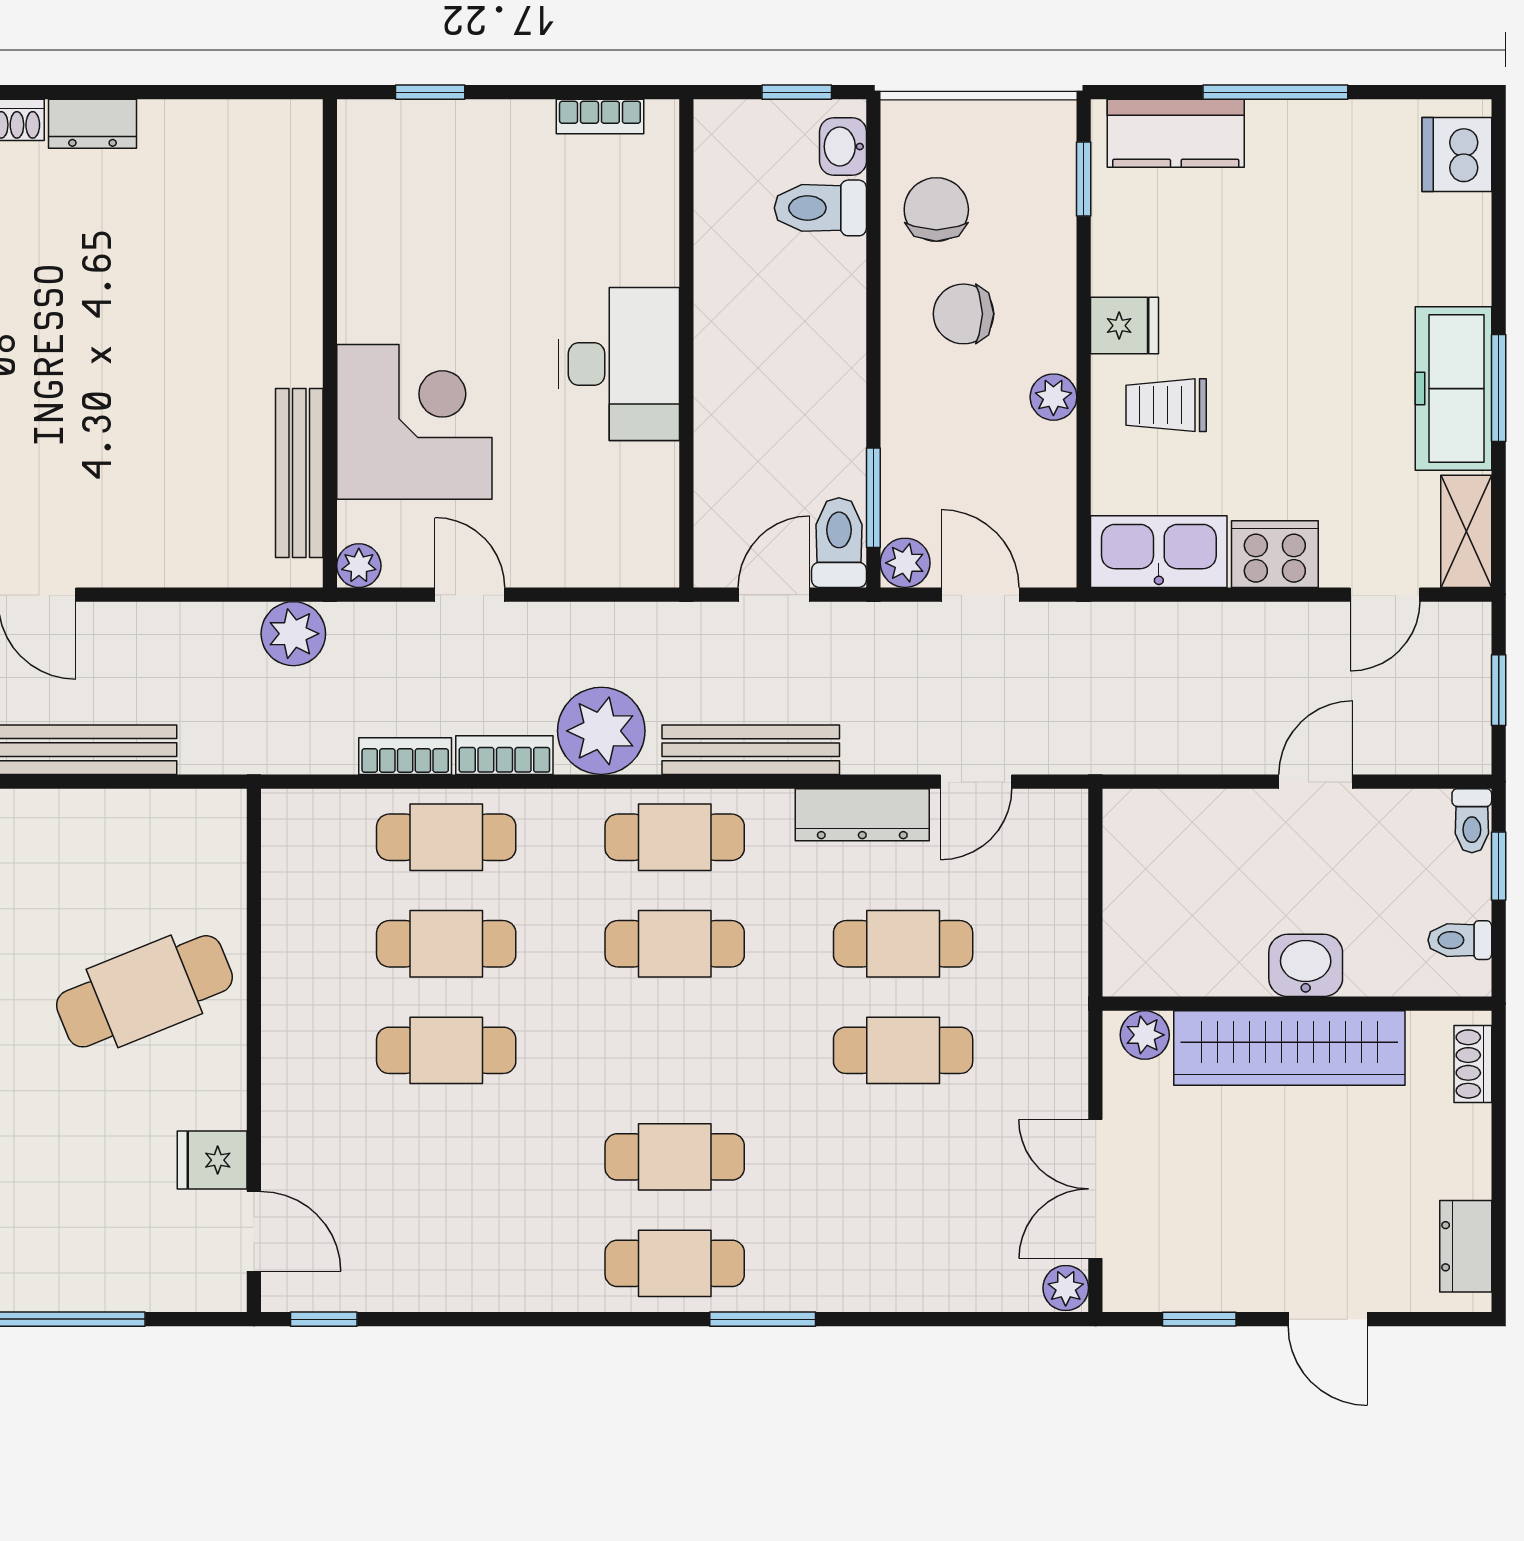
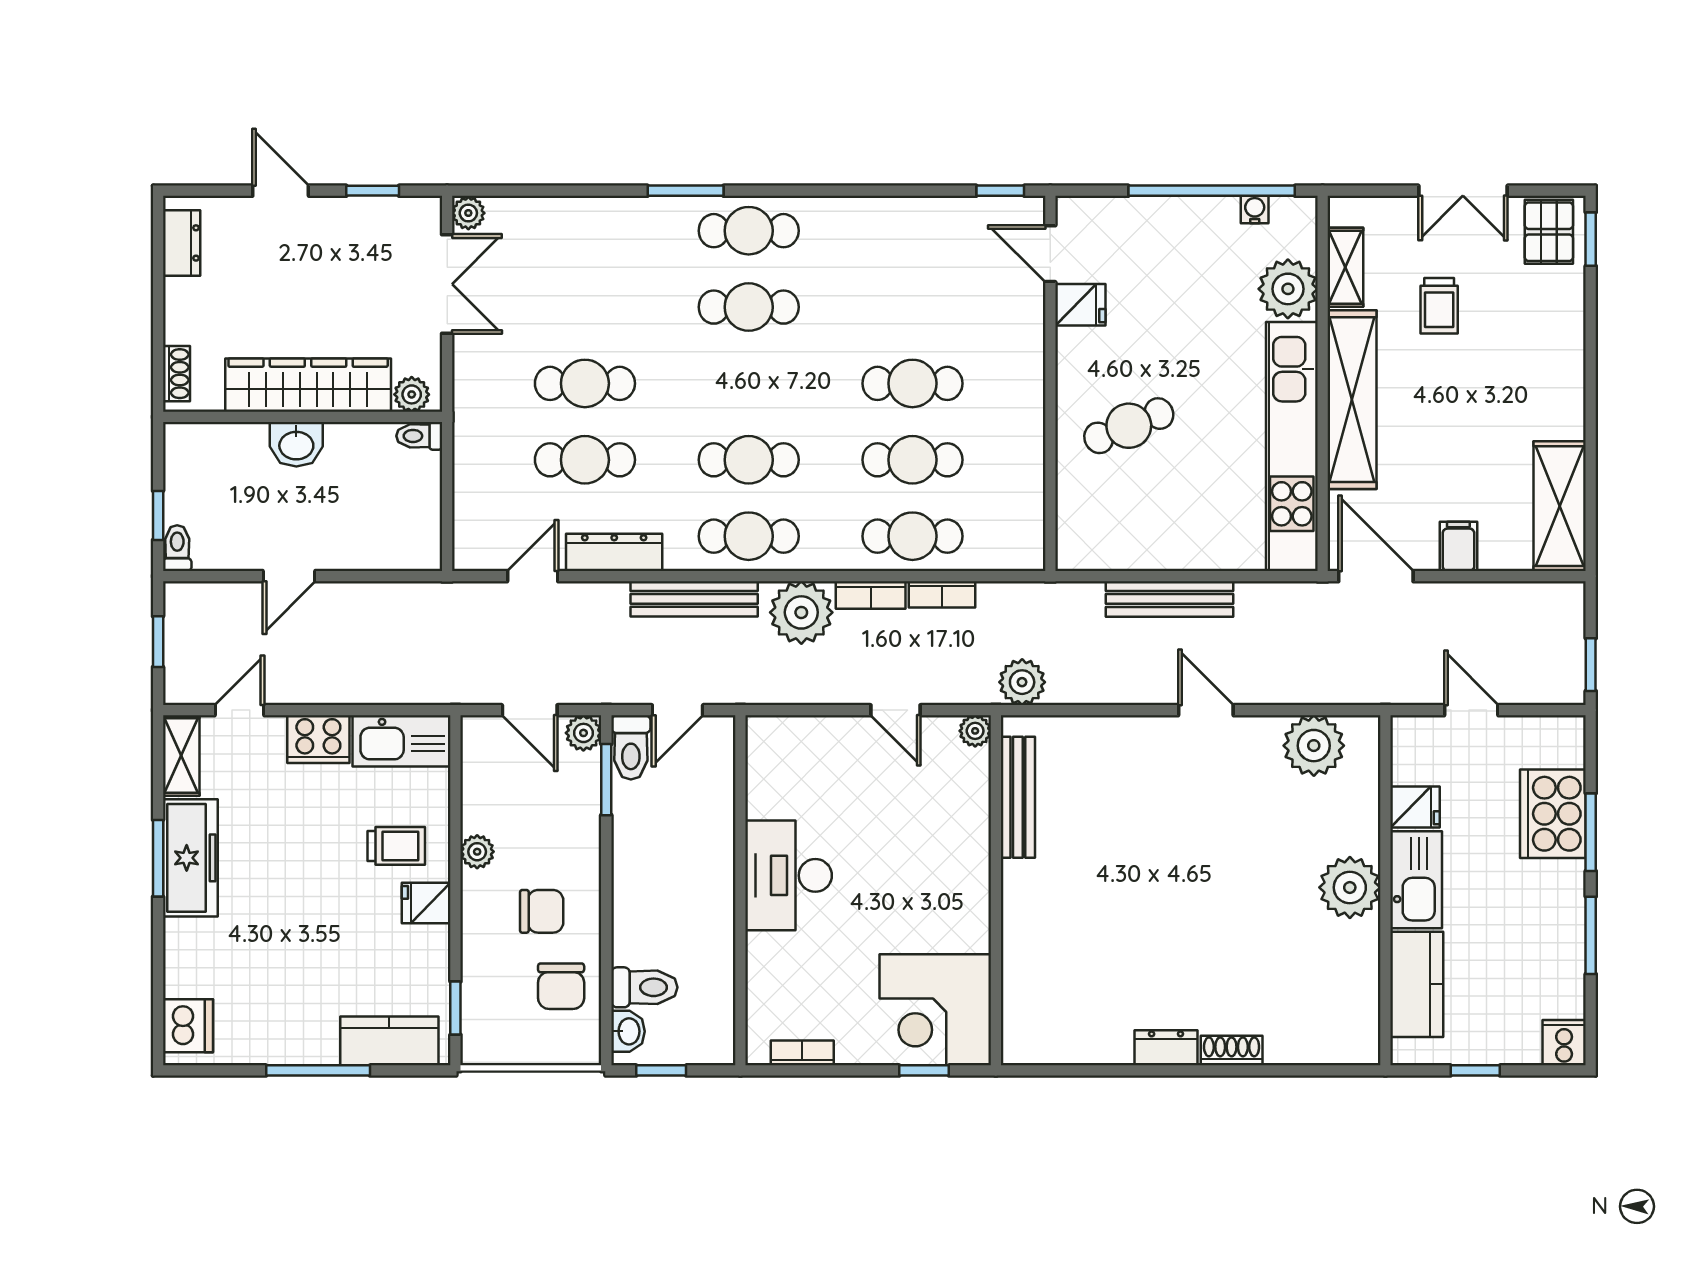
corner desk: (414, 422) -> (935, 1010), moved
toilet: (1460, 940) -> (419, 436), moved, turned 180
cafe table: (144, 991) -> (1129, 426), width x0.73, depth x0.74

